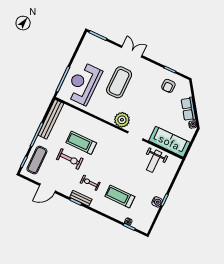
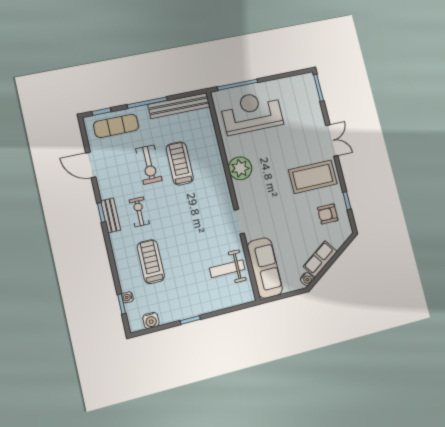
coffee table: (119, 82) -> (313, 177), moved
plant: (122, 120) -> (240, 168), moved
water cooler: (157, 202) -> (151, 320), moved

